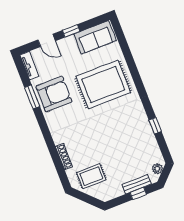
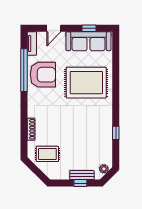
window: (71, 31) -> (89, 28), moved
sofa: (95, 37) -> (89, 41), width x1.36
door: (47, 40) -> (54, 28), hinge flipped
window: (32, 97) -> (24, 70), width x2.11

